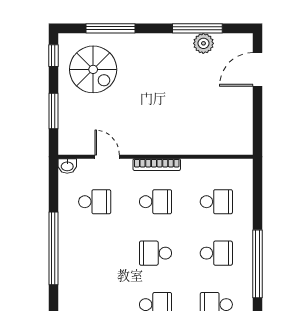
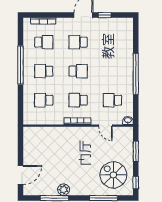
plant: (203, 43) -> (64, 190), moved

